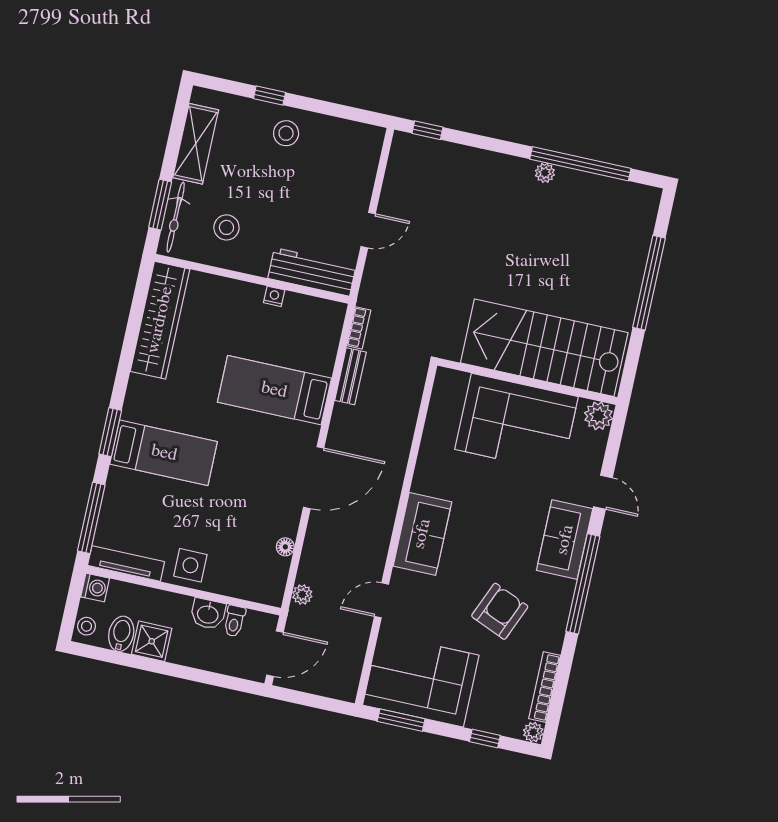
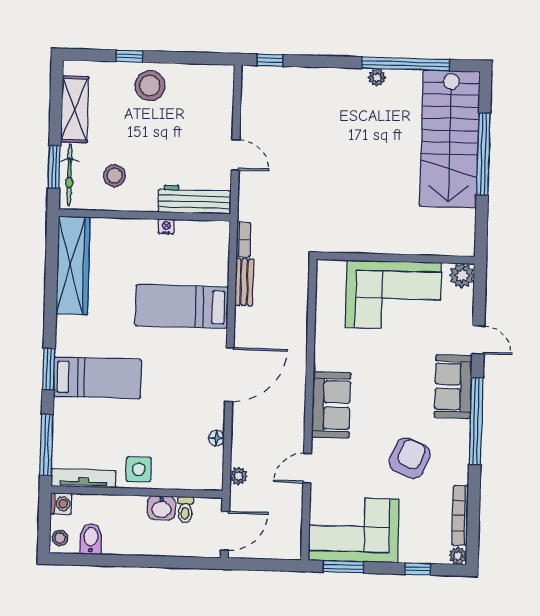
stool: (286, 133) -> (150, 86), width x1.38, depth x1.38
door: (368, 230) -> (236, 155), hinge flipped
stairs: (544, 348) -> (450, 139), moved, turned -90
shower: (152, 641) -> (118, 540), removed

